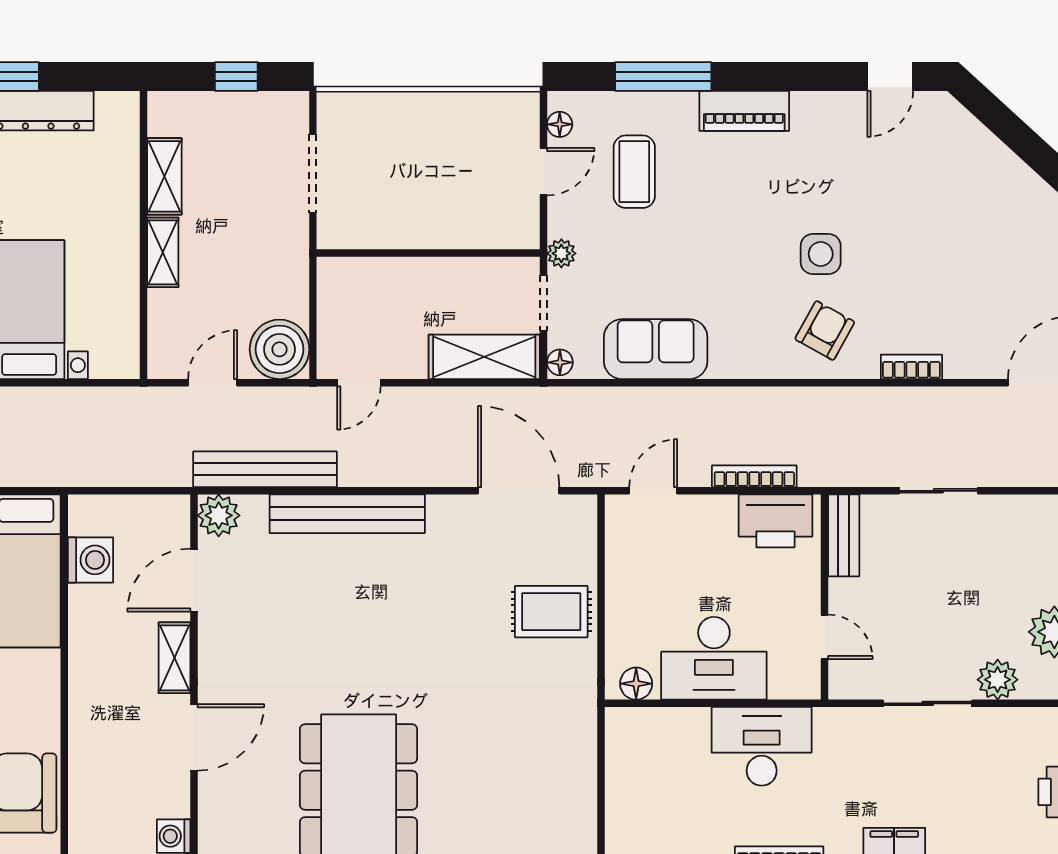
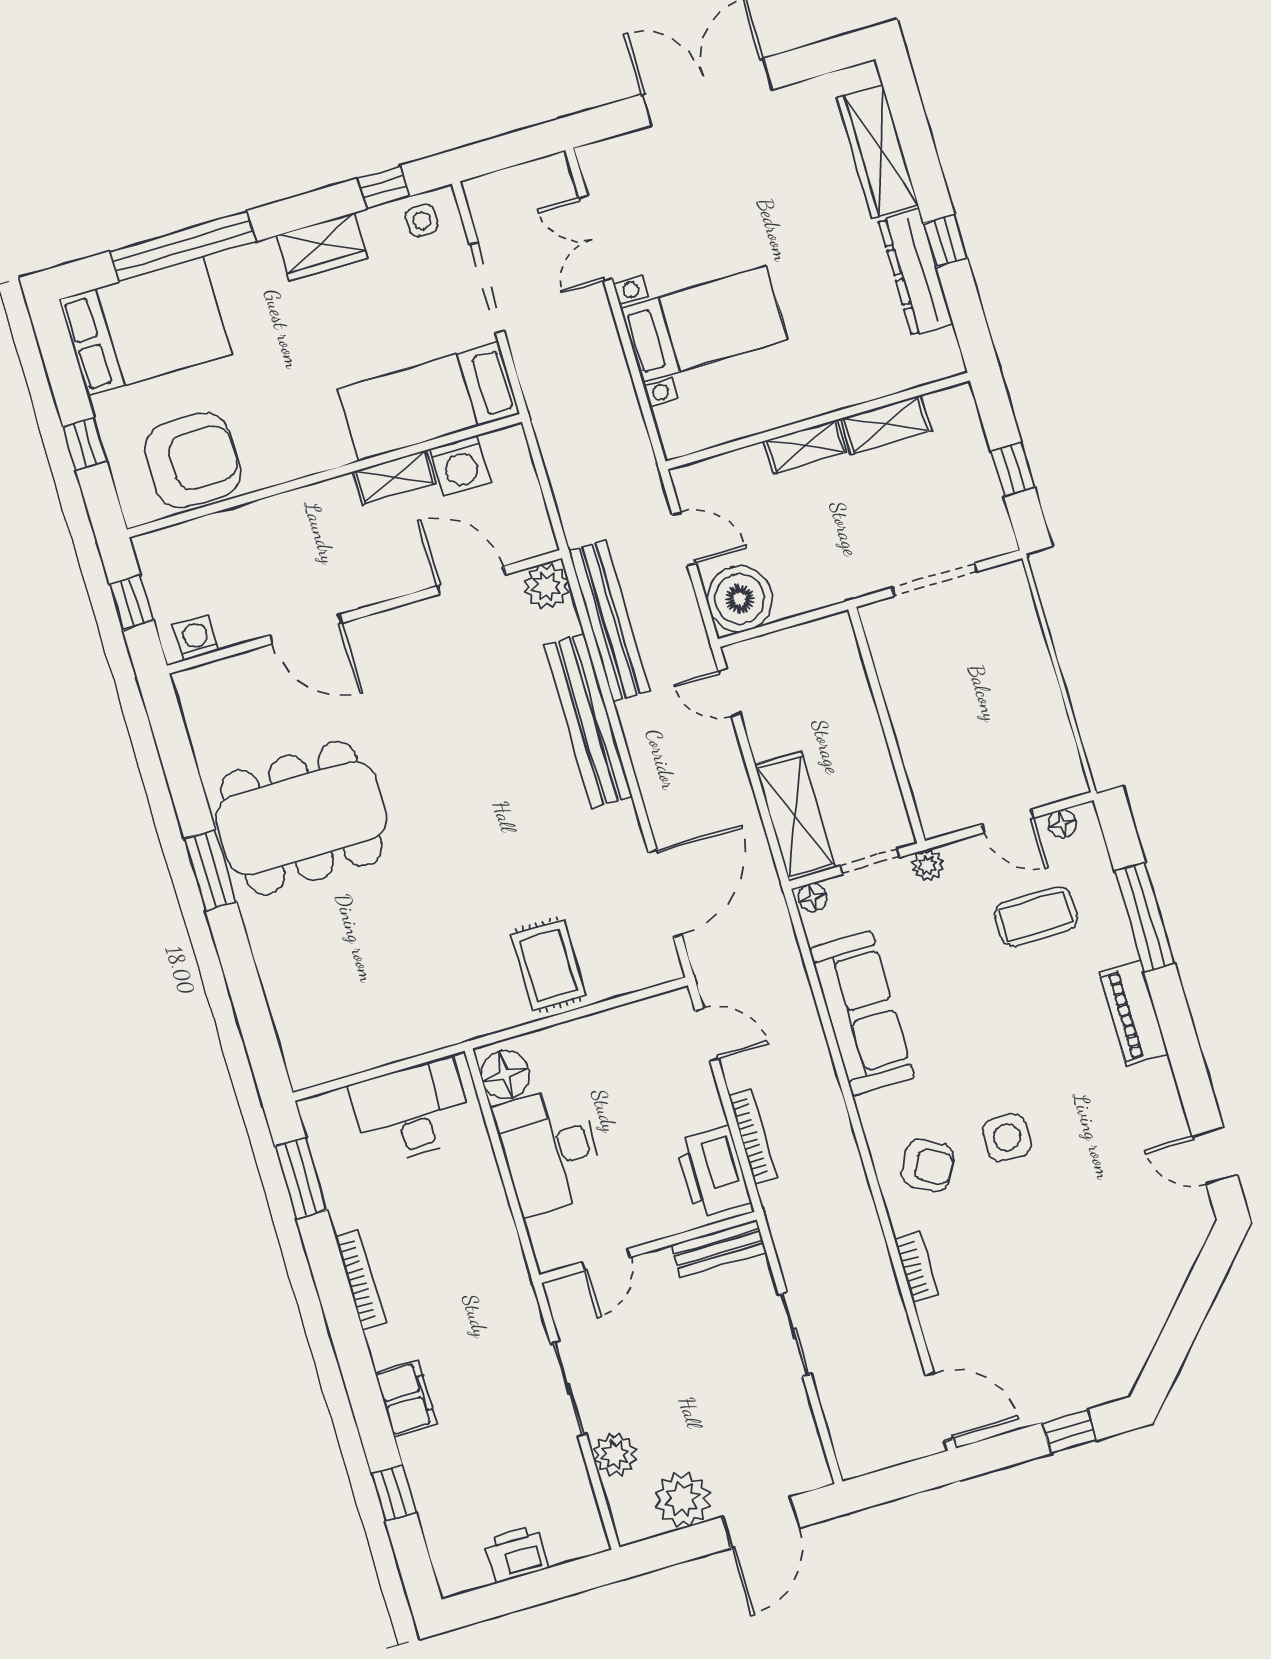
sofa: (656, 349) -> (862, 1013), width x1.36
shelving: (174, 658) -> (394, 477), moved
floor lamp: (636, 684) -> (505, 1075), width x1.38, depth x1.38
desk: (762, 746) -> (412, 1111), moved, turned -90

